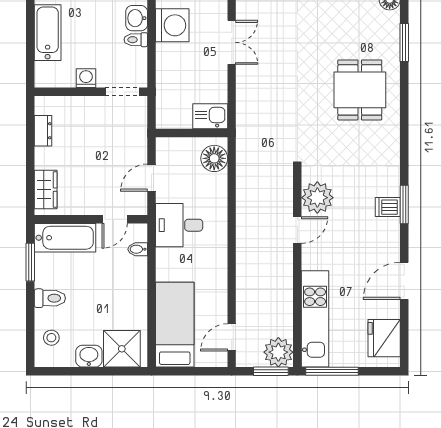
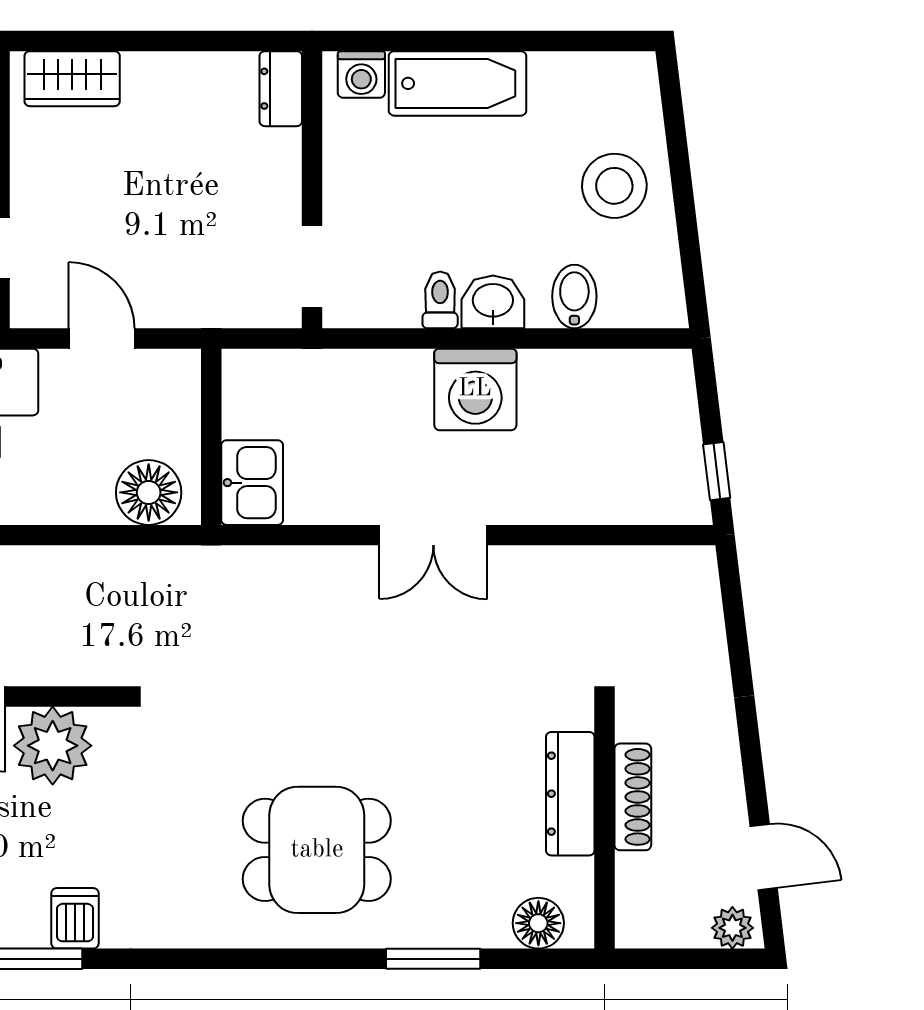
washing machine: (86, 78) -> (361, 74), moved, turned 90
dresser: (43, 131) -> (281, 89), moved, turned 90
dishwasher: (388, 207) -> (75, 918), moved

